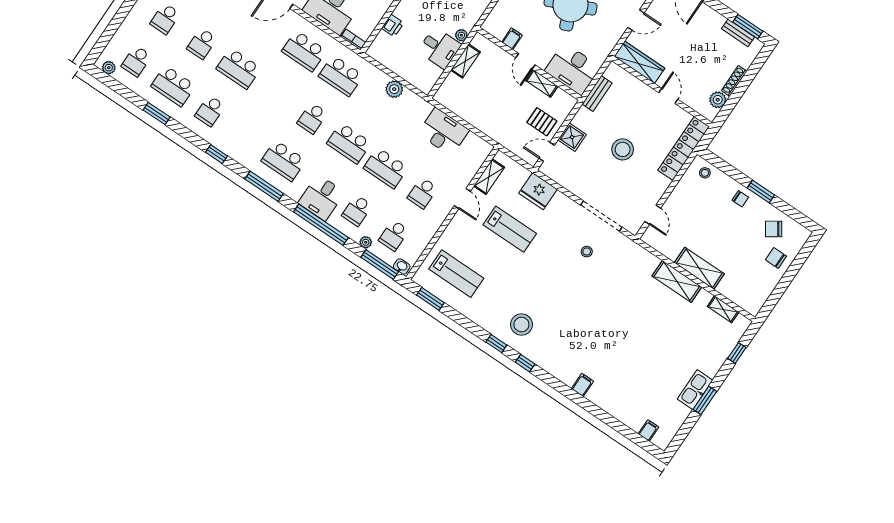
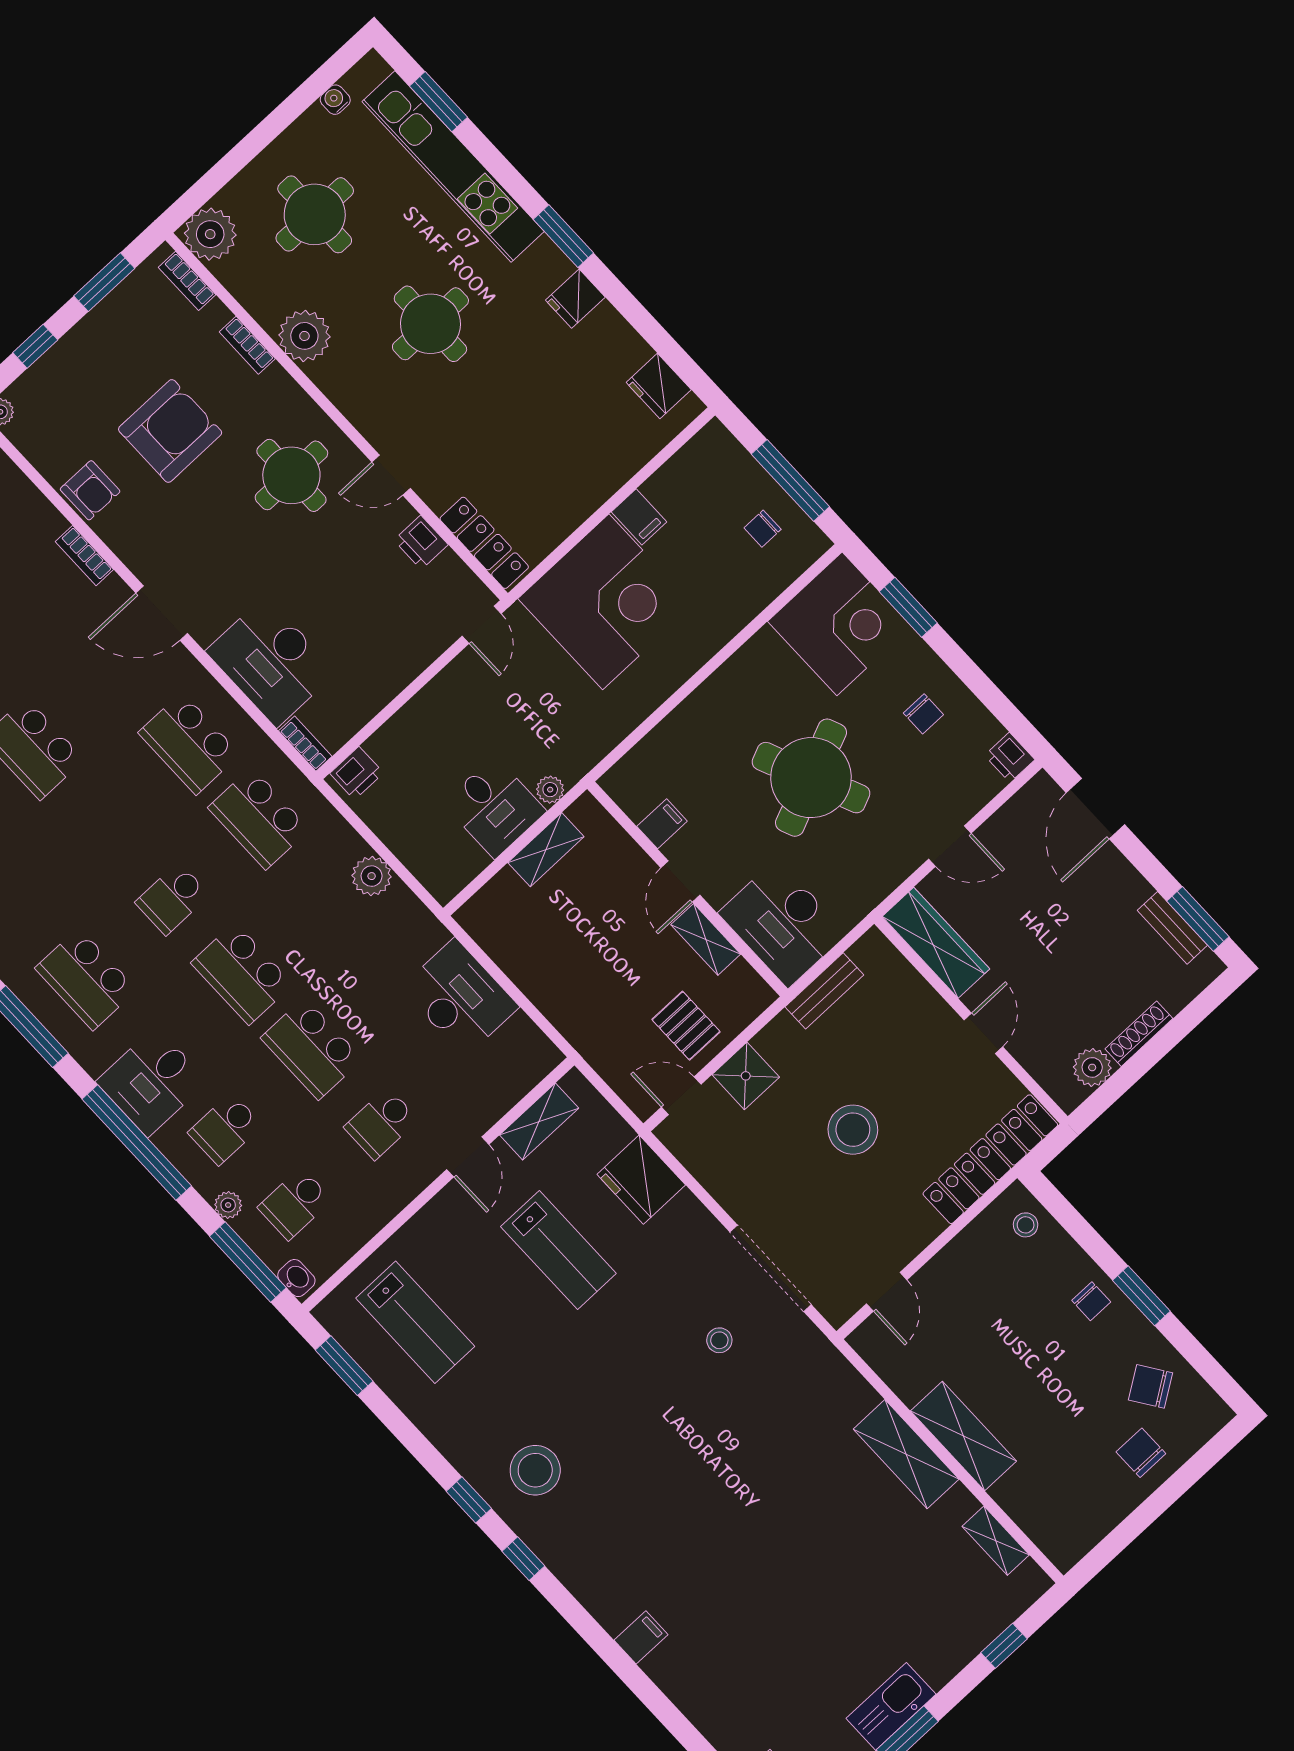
printer: (393, 25) -> (357, 773), moved

